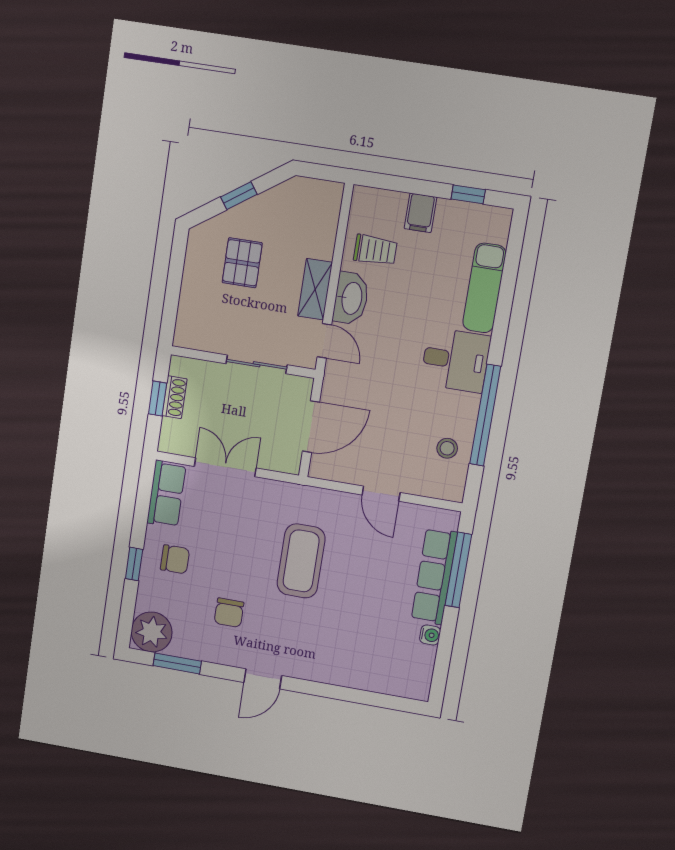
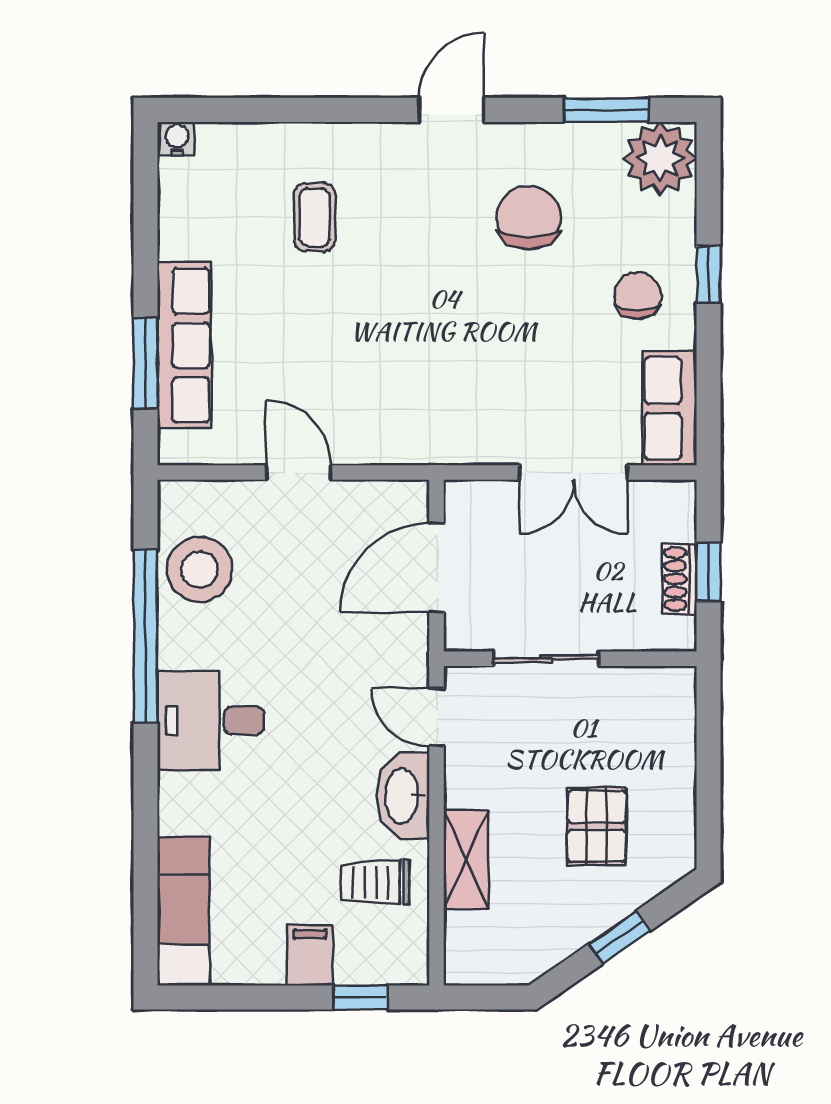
window: (468, 194) -> (360, 998), moved
exam couch: (484, 288) -> (183, 911), moved
shelving: (315, 289) -> (466, 860), moved
stool: (447, 448) -> (200, 569), width x1.89, depth x1.89
chair: (175, 559) -> (638, 296), turned 90
coffee table: (301, 561) -> (315, 217), moved, width x0.54, depth x0.58
window: (458, 570) -> (145, 364), width x0.69
chair: (229, 613) -> (529, 218), width x1.37, depth x1.37
water cooler: (430, 635) -> (177, 139), moved, turned 90

